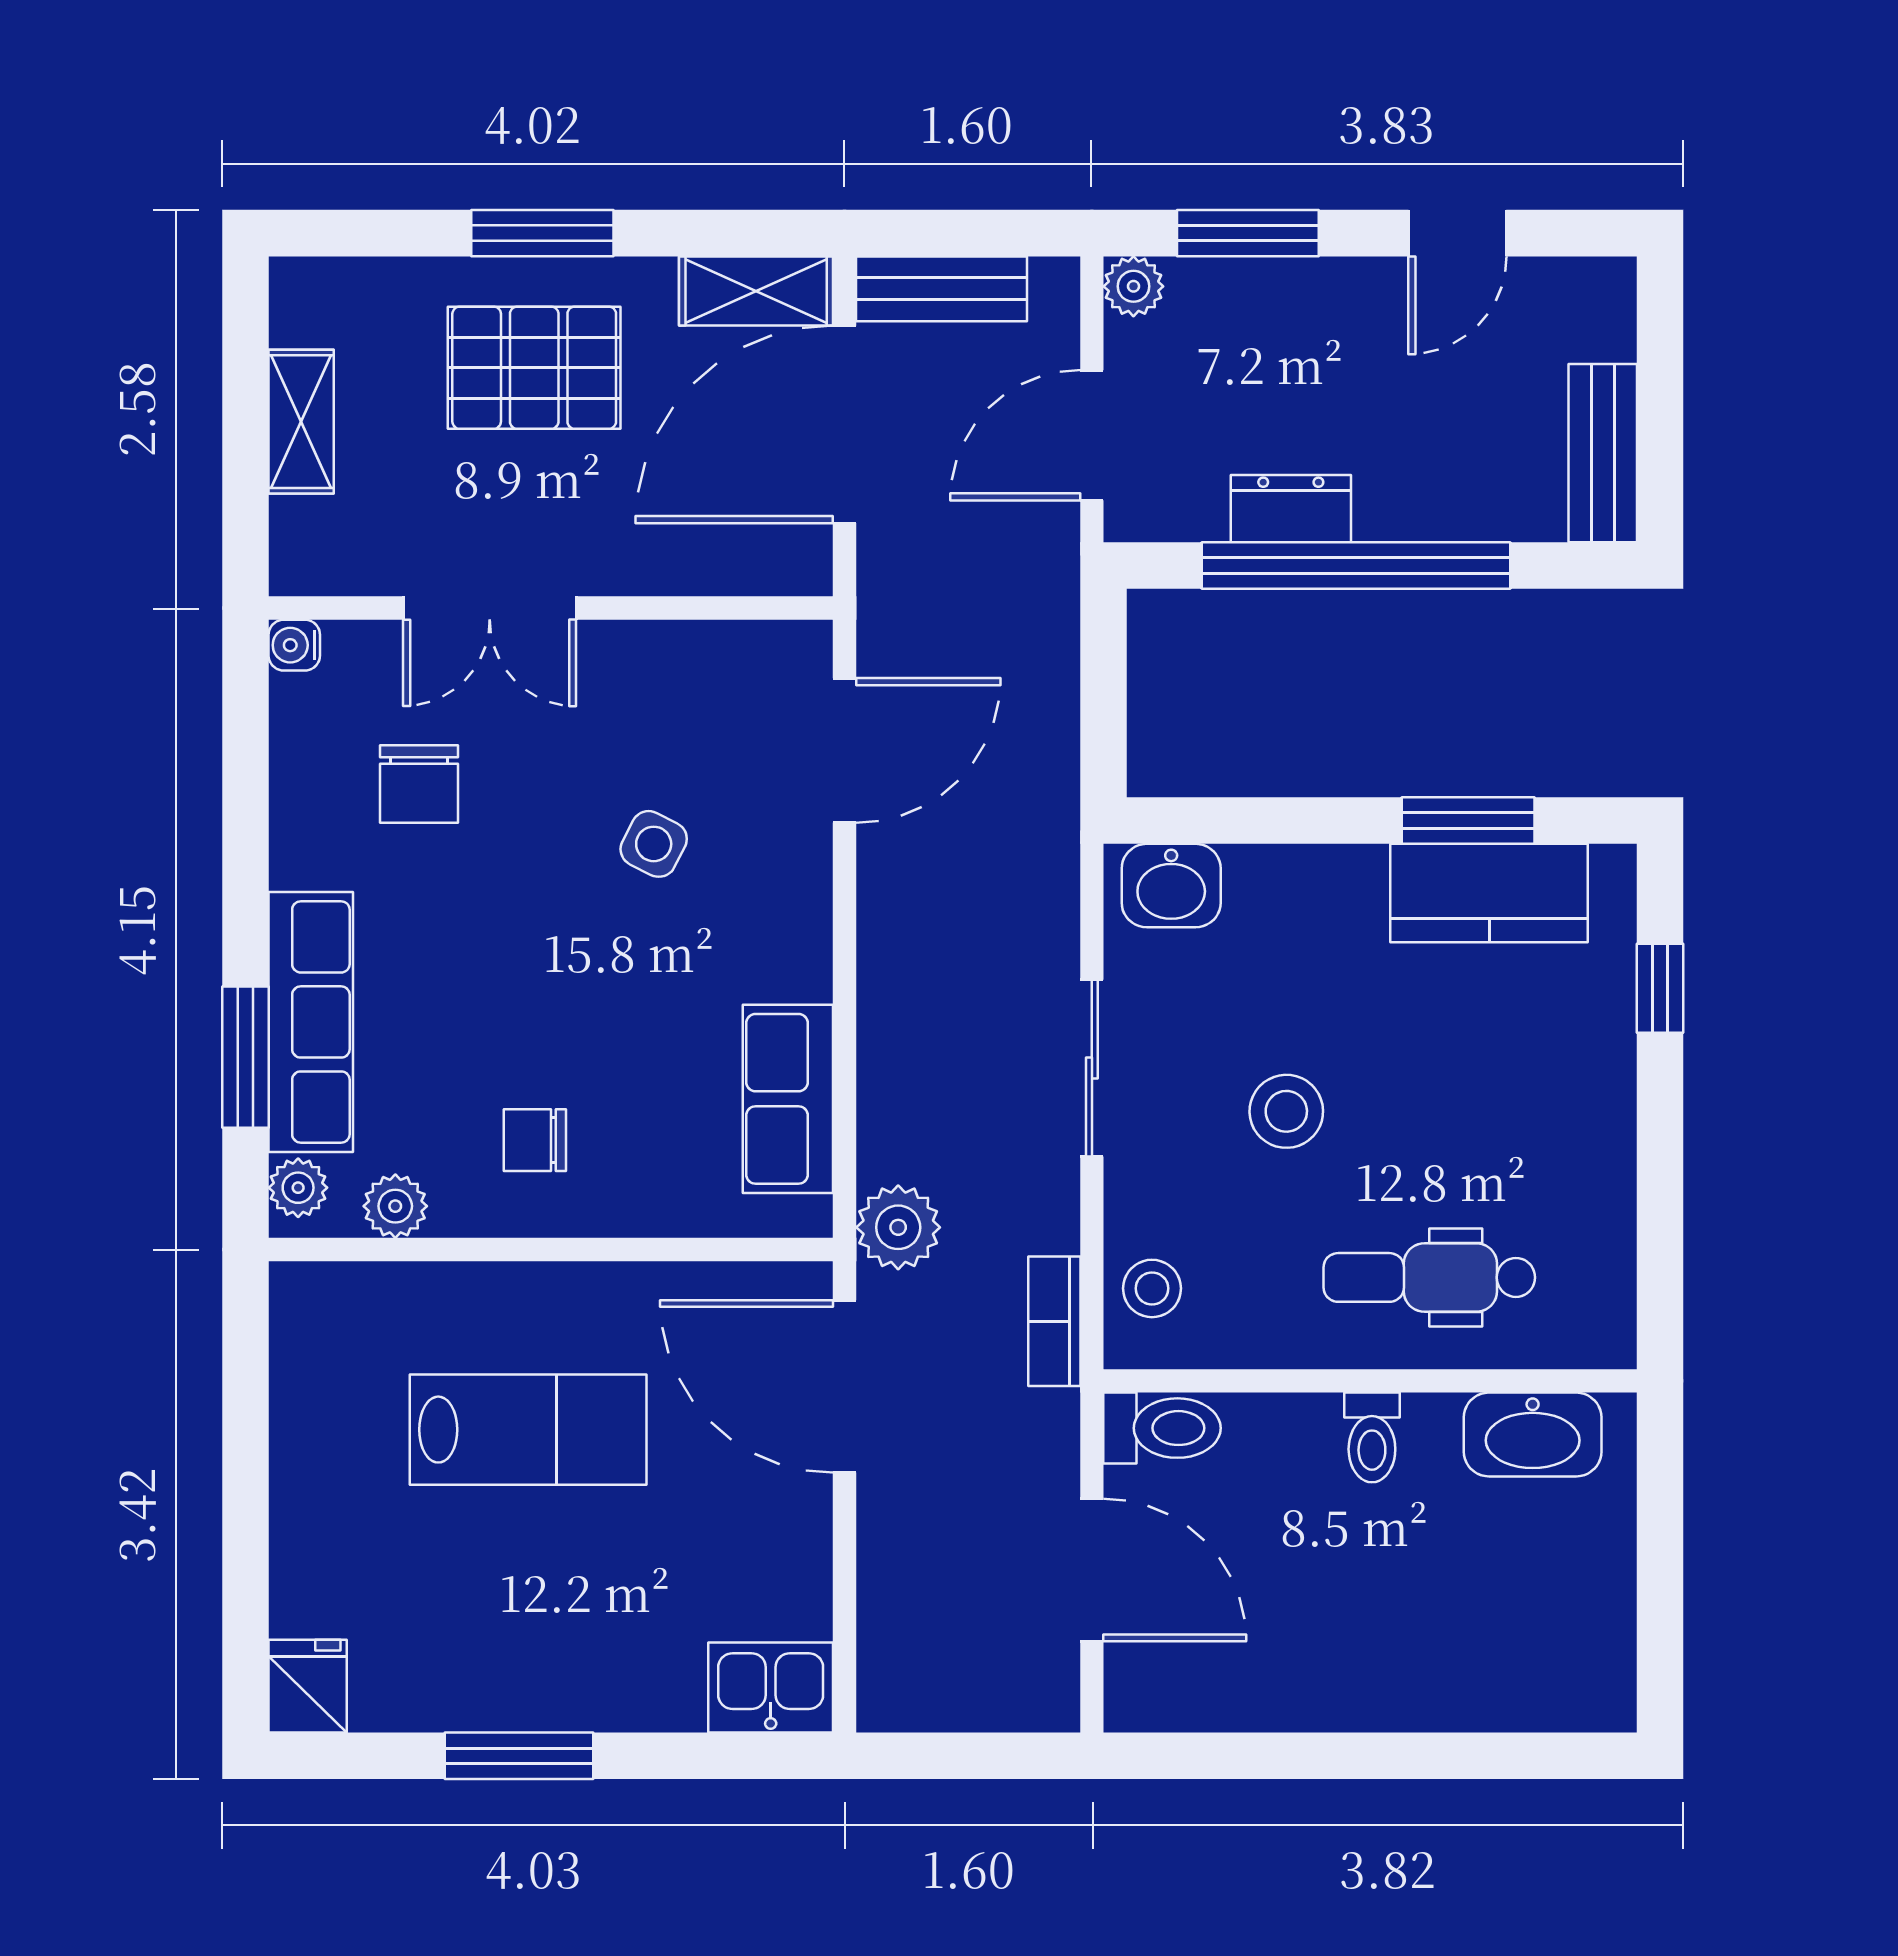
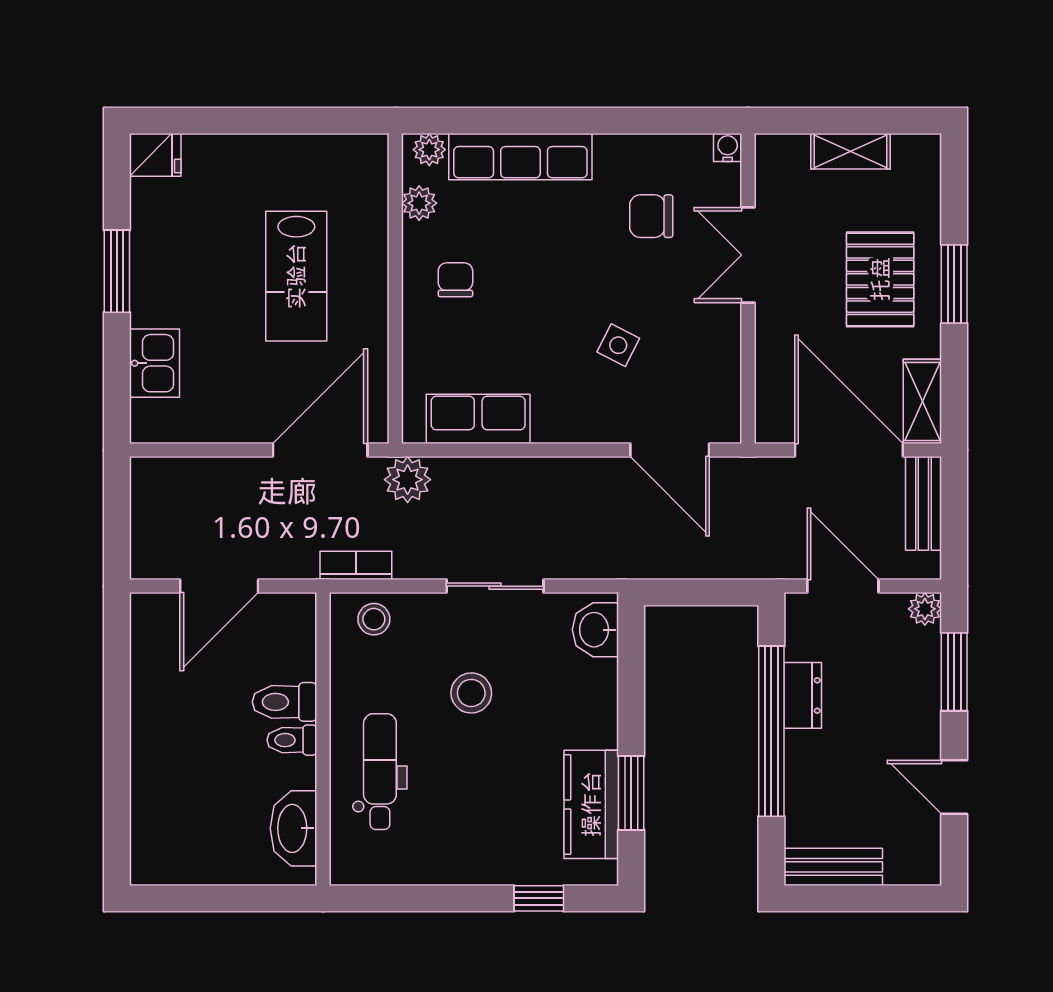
window: (246, 1057) -> (501, 121), removed
toilet: (1162, 1428) -> (284, 702), moved, turned 90
kitchen sink: (771, 1687) -> (155, 363), moved

